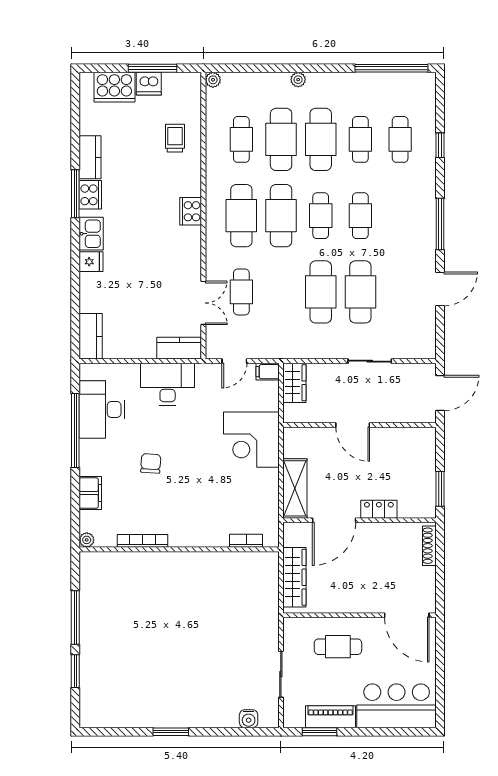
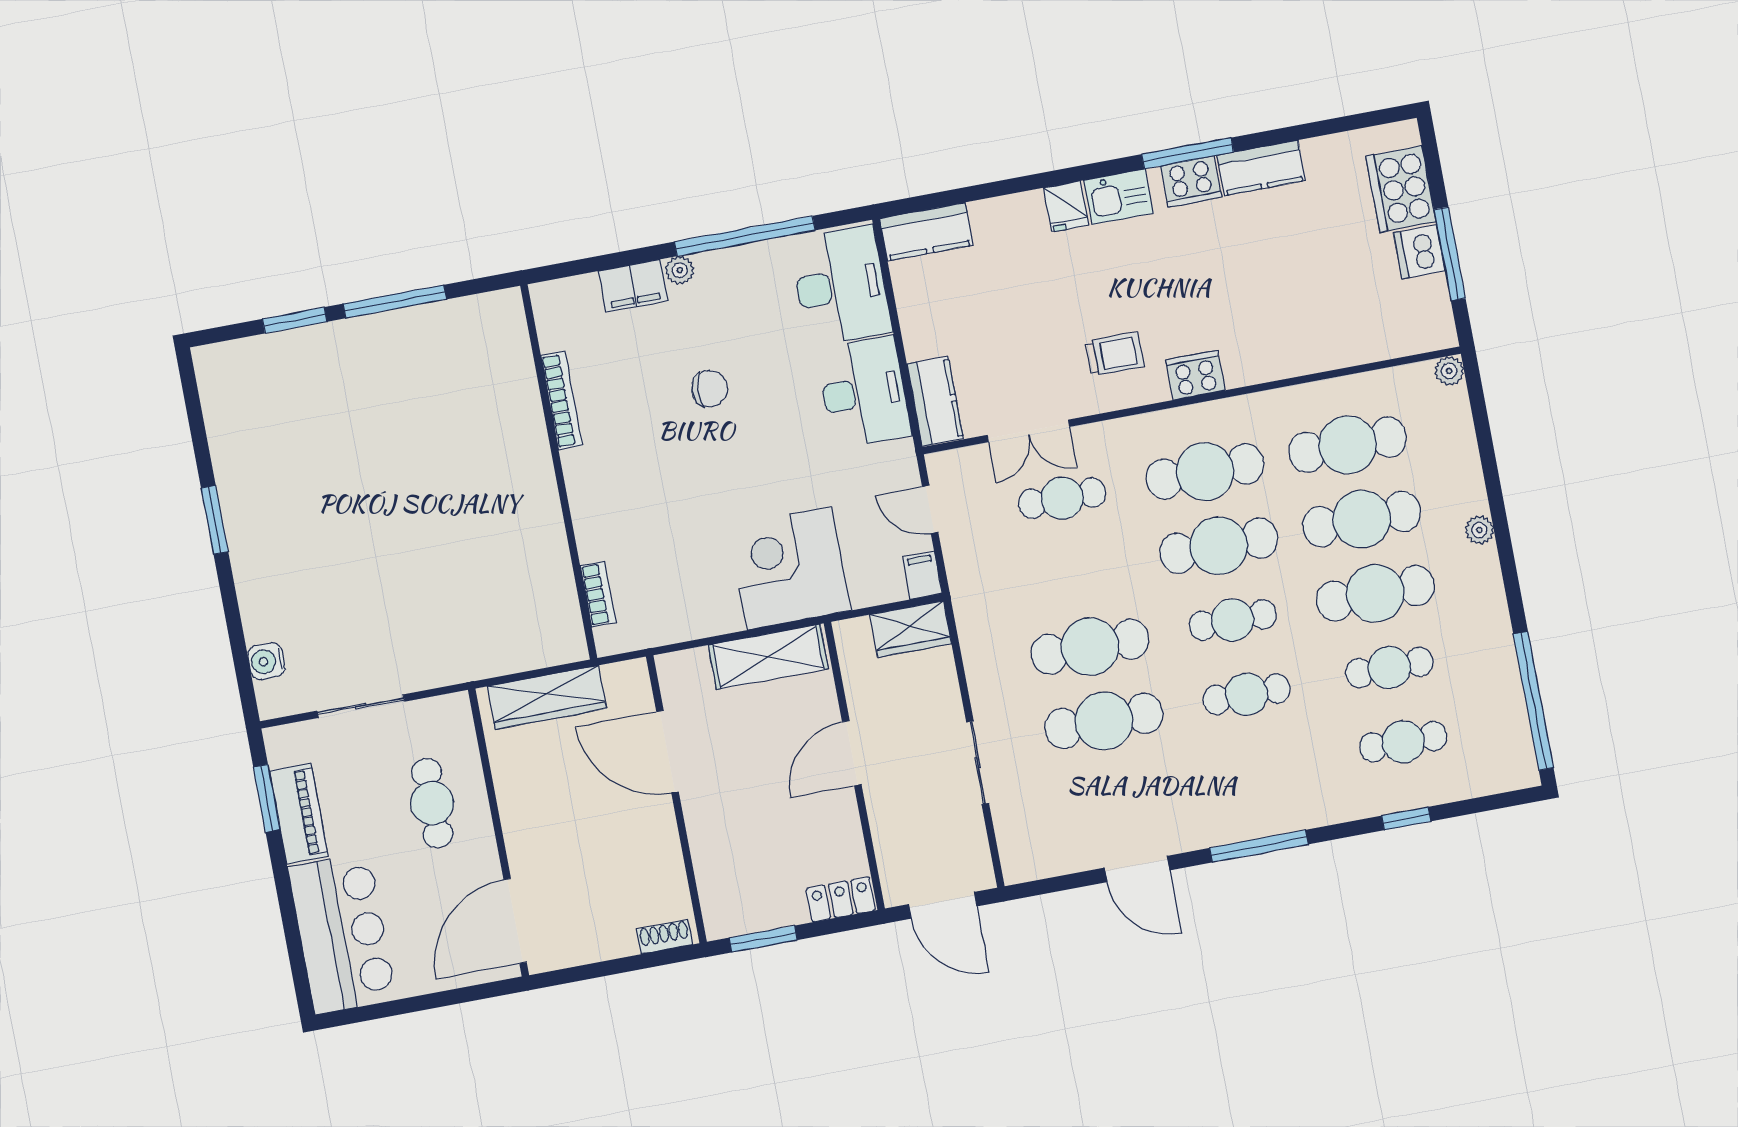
trolley: (175, 138) -> (1115, 354), moved
cafe table: (241, 139) -> (1348, 445), width x1.37, depth x1.35
desk: (102, 409) -> (841, 286), moved, turned 90
shelving: (295, 488) -> (768, 657), moved
locker: (379, 509) -> (841, 899), moved, turned -90
plant: (87, 540) -> (680, 270), moved
shoe rack: (429, 546) -> (664, 937), width x0.70

